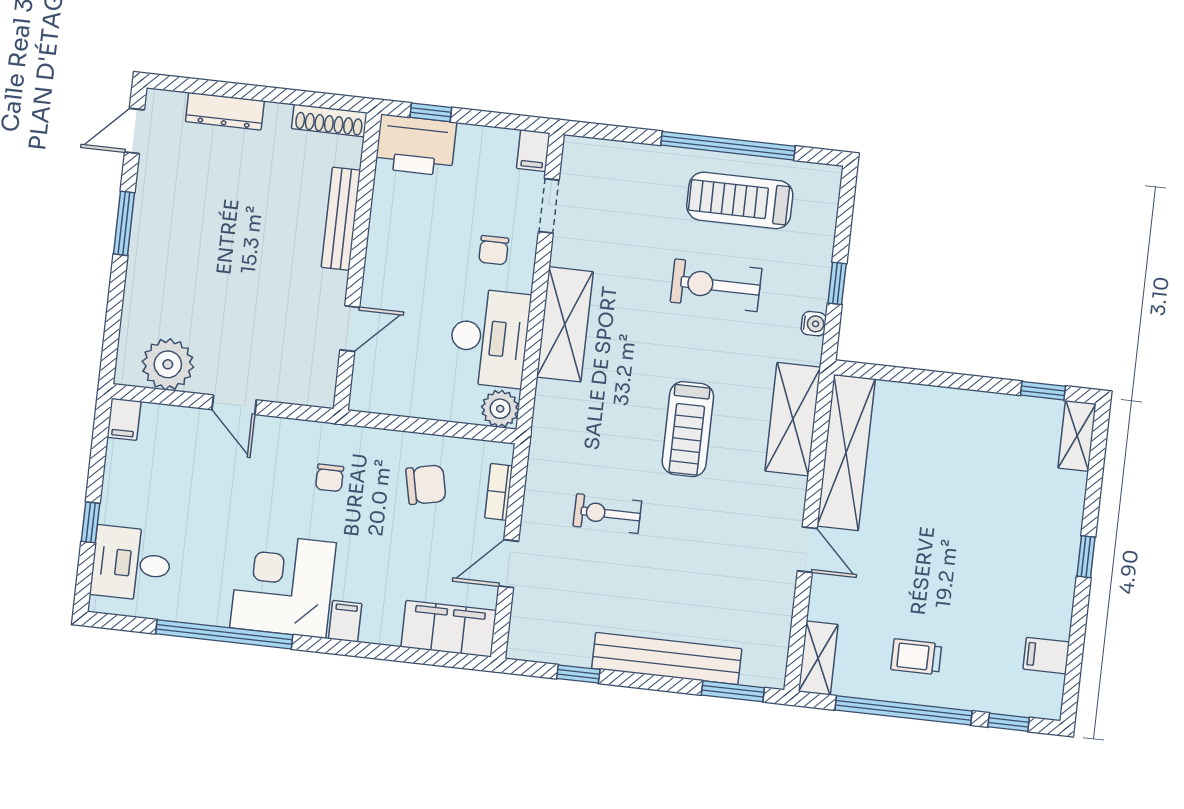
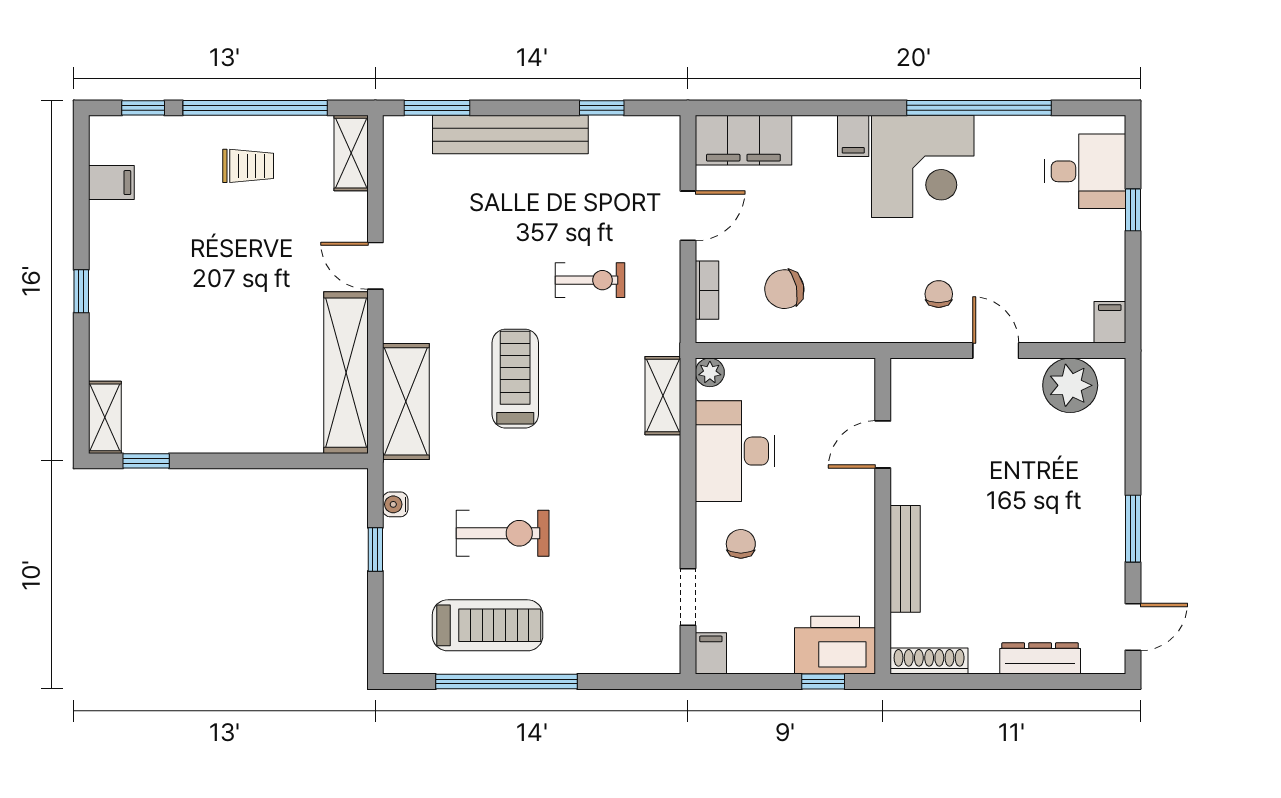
shelving: (565, 324) -> (663, 396), moved, width x0.67, depth x0.75
plant: (500, 409) -> (710, 372), width x0.73, depth x0.73
chair: (330, 478) -> (939, 294), moved

